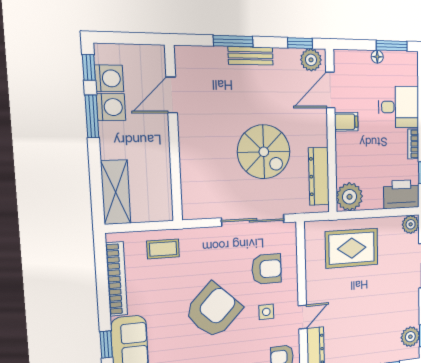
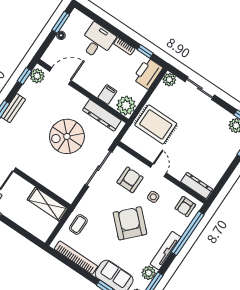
door: (330, 90) -> (60, 76), swing flipped
filing cabinet: (346, 122) -> (107, 95), moved
spiral stairs: (264, 152) -> (67, 136), turned 180
shelving: (116, 192) -> (47, 204), moved
rug: (352, 248) -> (156, 124), turned 90
door: (303, 317) -> (158, 170), moved

